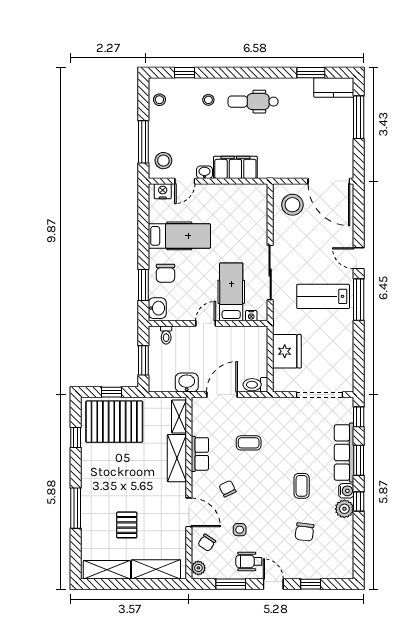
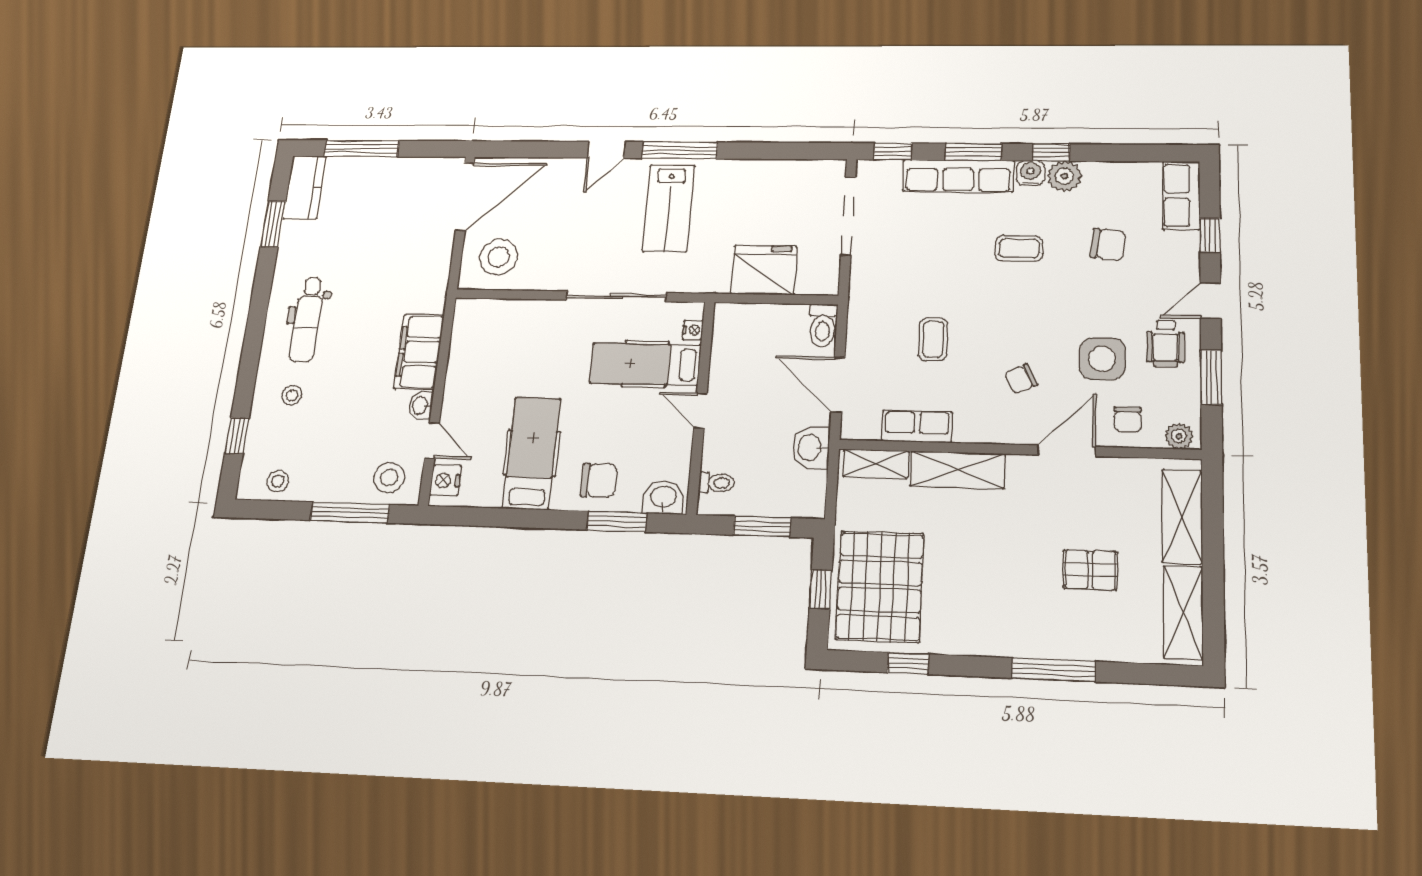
row of seats: (200, 454) -> (917, 426), moved
side table: (240, 530) -> (1102, 359), width x1.87, depth x1.87
chair: (207, 543) -> (1128, 419), turned 57
row of seats: (333, 570) -> (1181, 196), added

